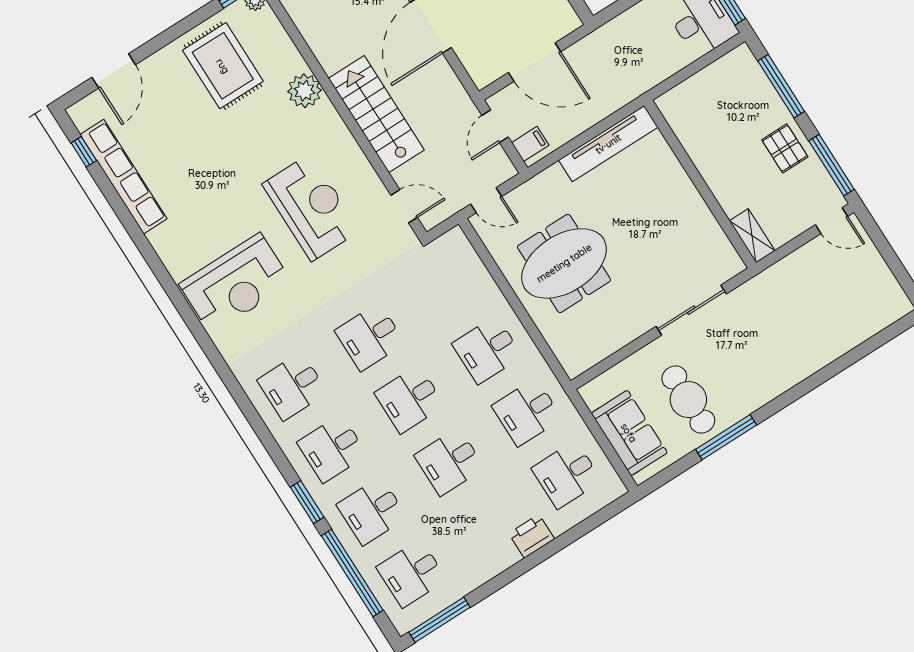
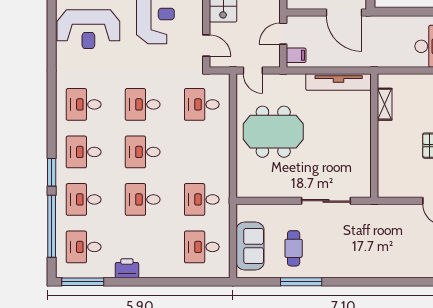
door: (535, 62) -> (344, 12), moved
shelving: (752, 236) -> (385, 104), moved
desk: (487, 350) -> (202, 104), moved
cafe table: (688, 400) -> (294, 248), width x0.73, depth x0.74
printer: (532, 536) -> (127, 268), moved

